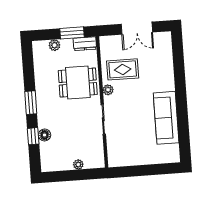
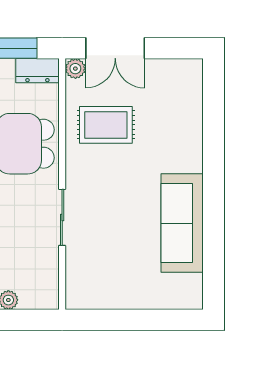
double door: (137, 28) -> (115, 48), moved
plant: (108, 90) -> (75, 69), moved

